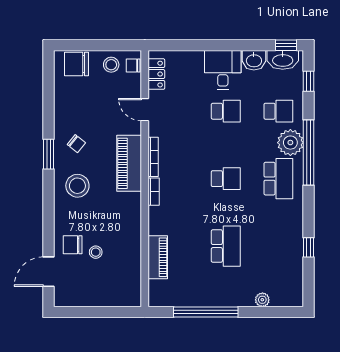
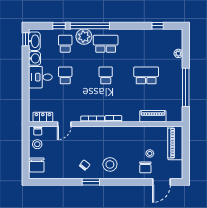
window: (308, 81) -> (59, 26), moved
piano: (129, 163) -> (175, 143), moved, turned 90
window: (308, 247) -> (158, 26), moved
door: (48, 272) -> (161, 182), hinge flipped

